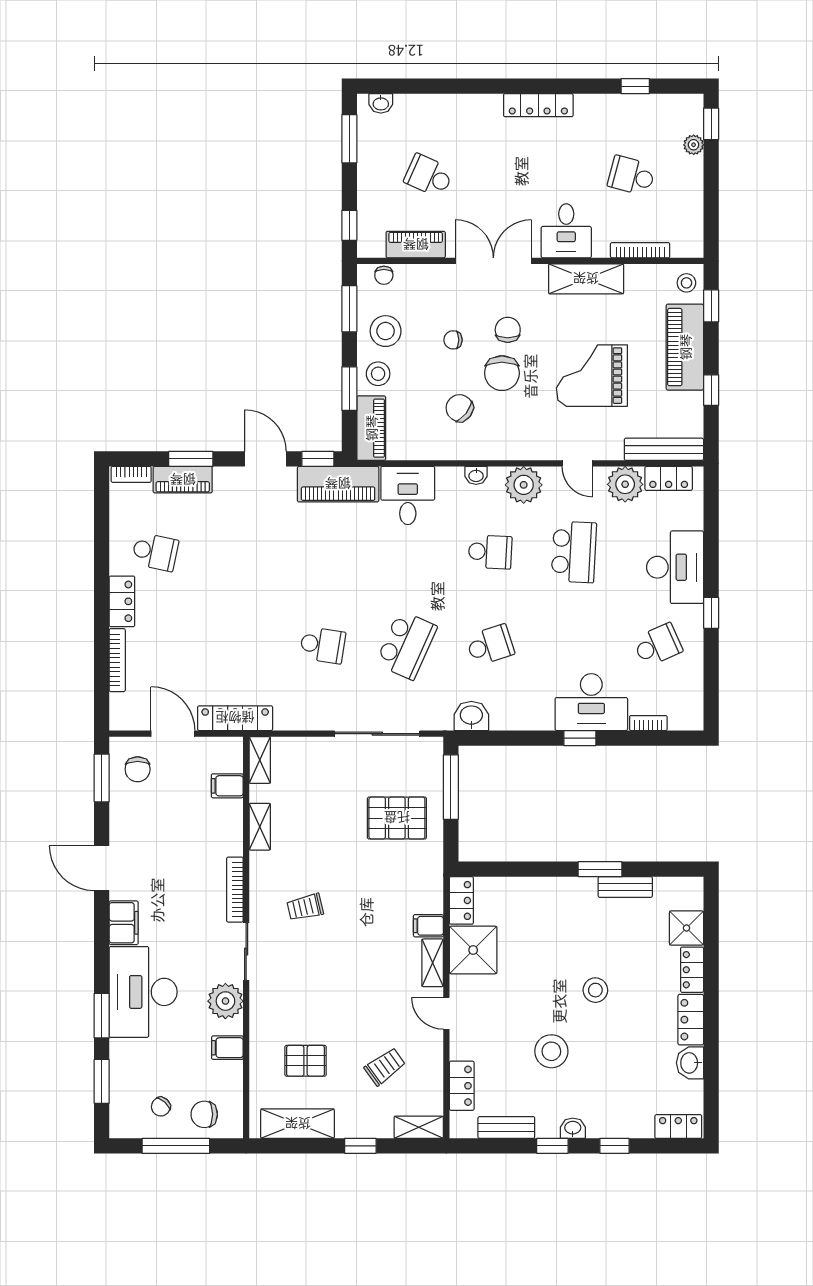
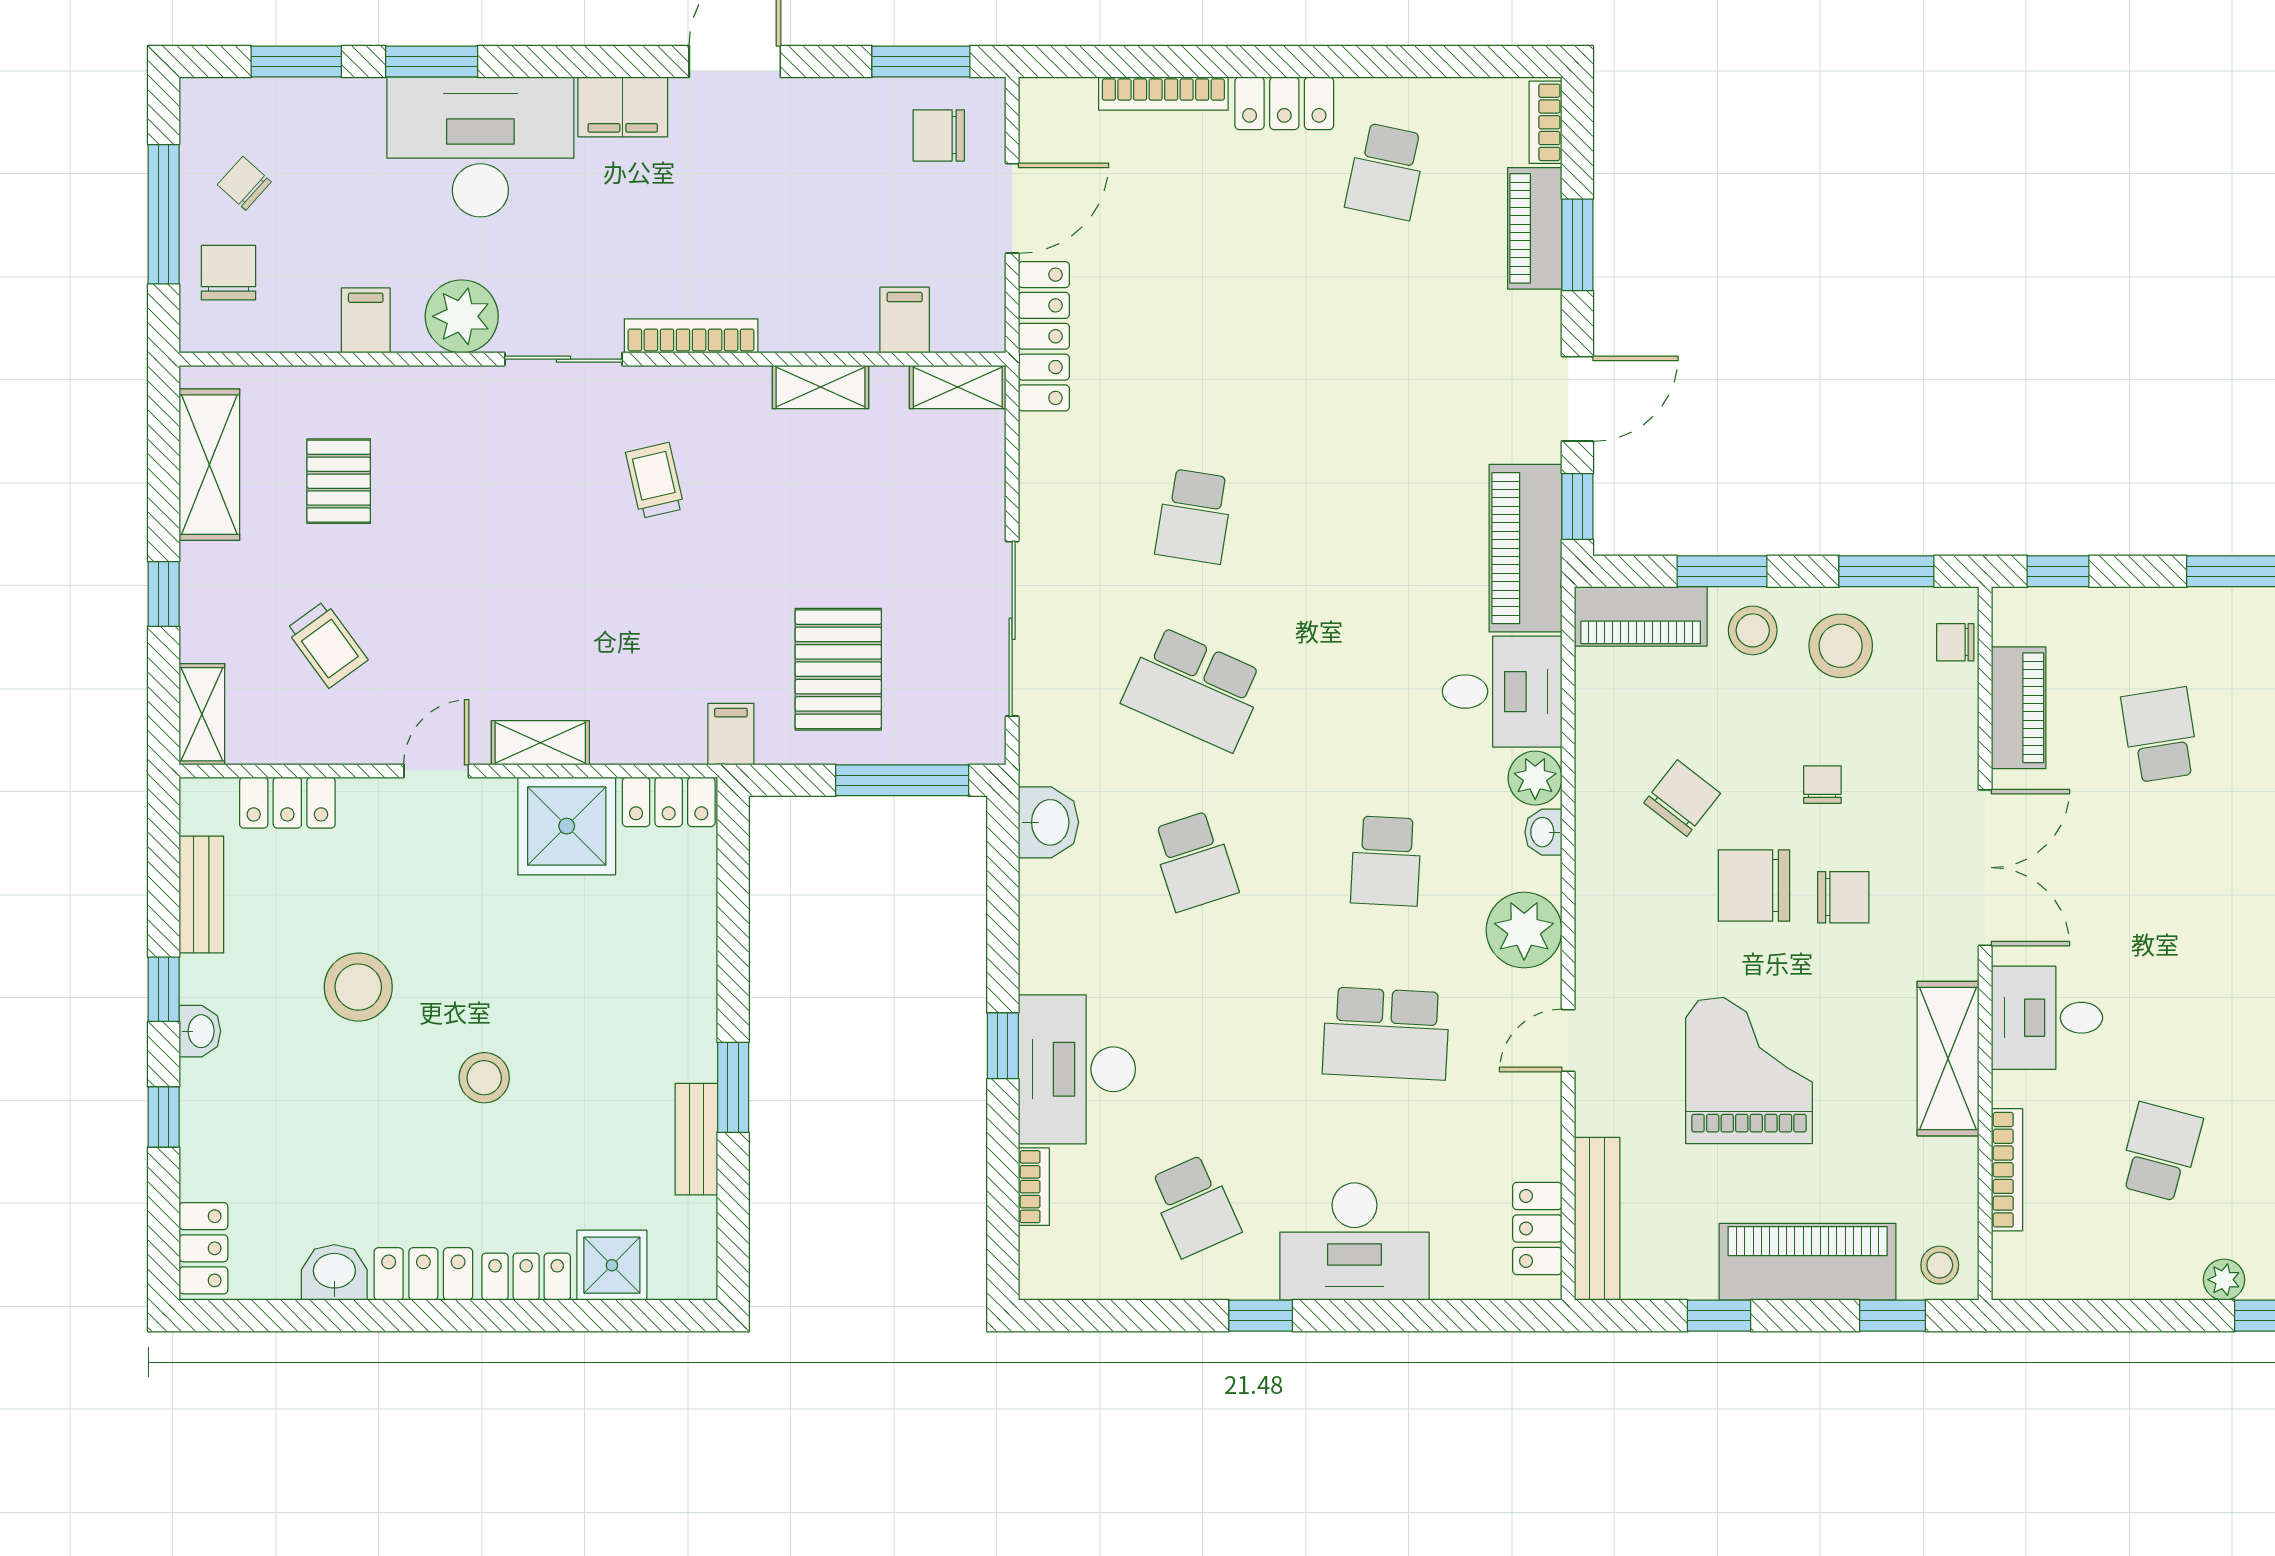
school desk: (429, 176) -> (2160, 735), turned -33
plant: (625, 484) -> (1535, 778), moved, width x0.73, depth x0.73
filing cabinet: (428, 926) -> (731, 734), moved

